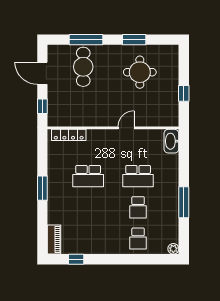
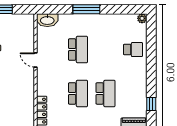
window: (184, 202) -> (86, 9), moved
school desk: (138, 207) -> (105, 93), moved, width x1.85

